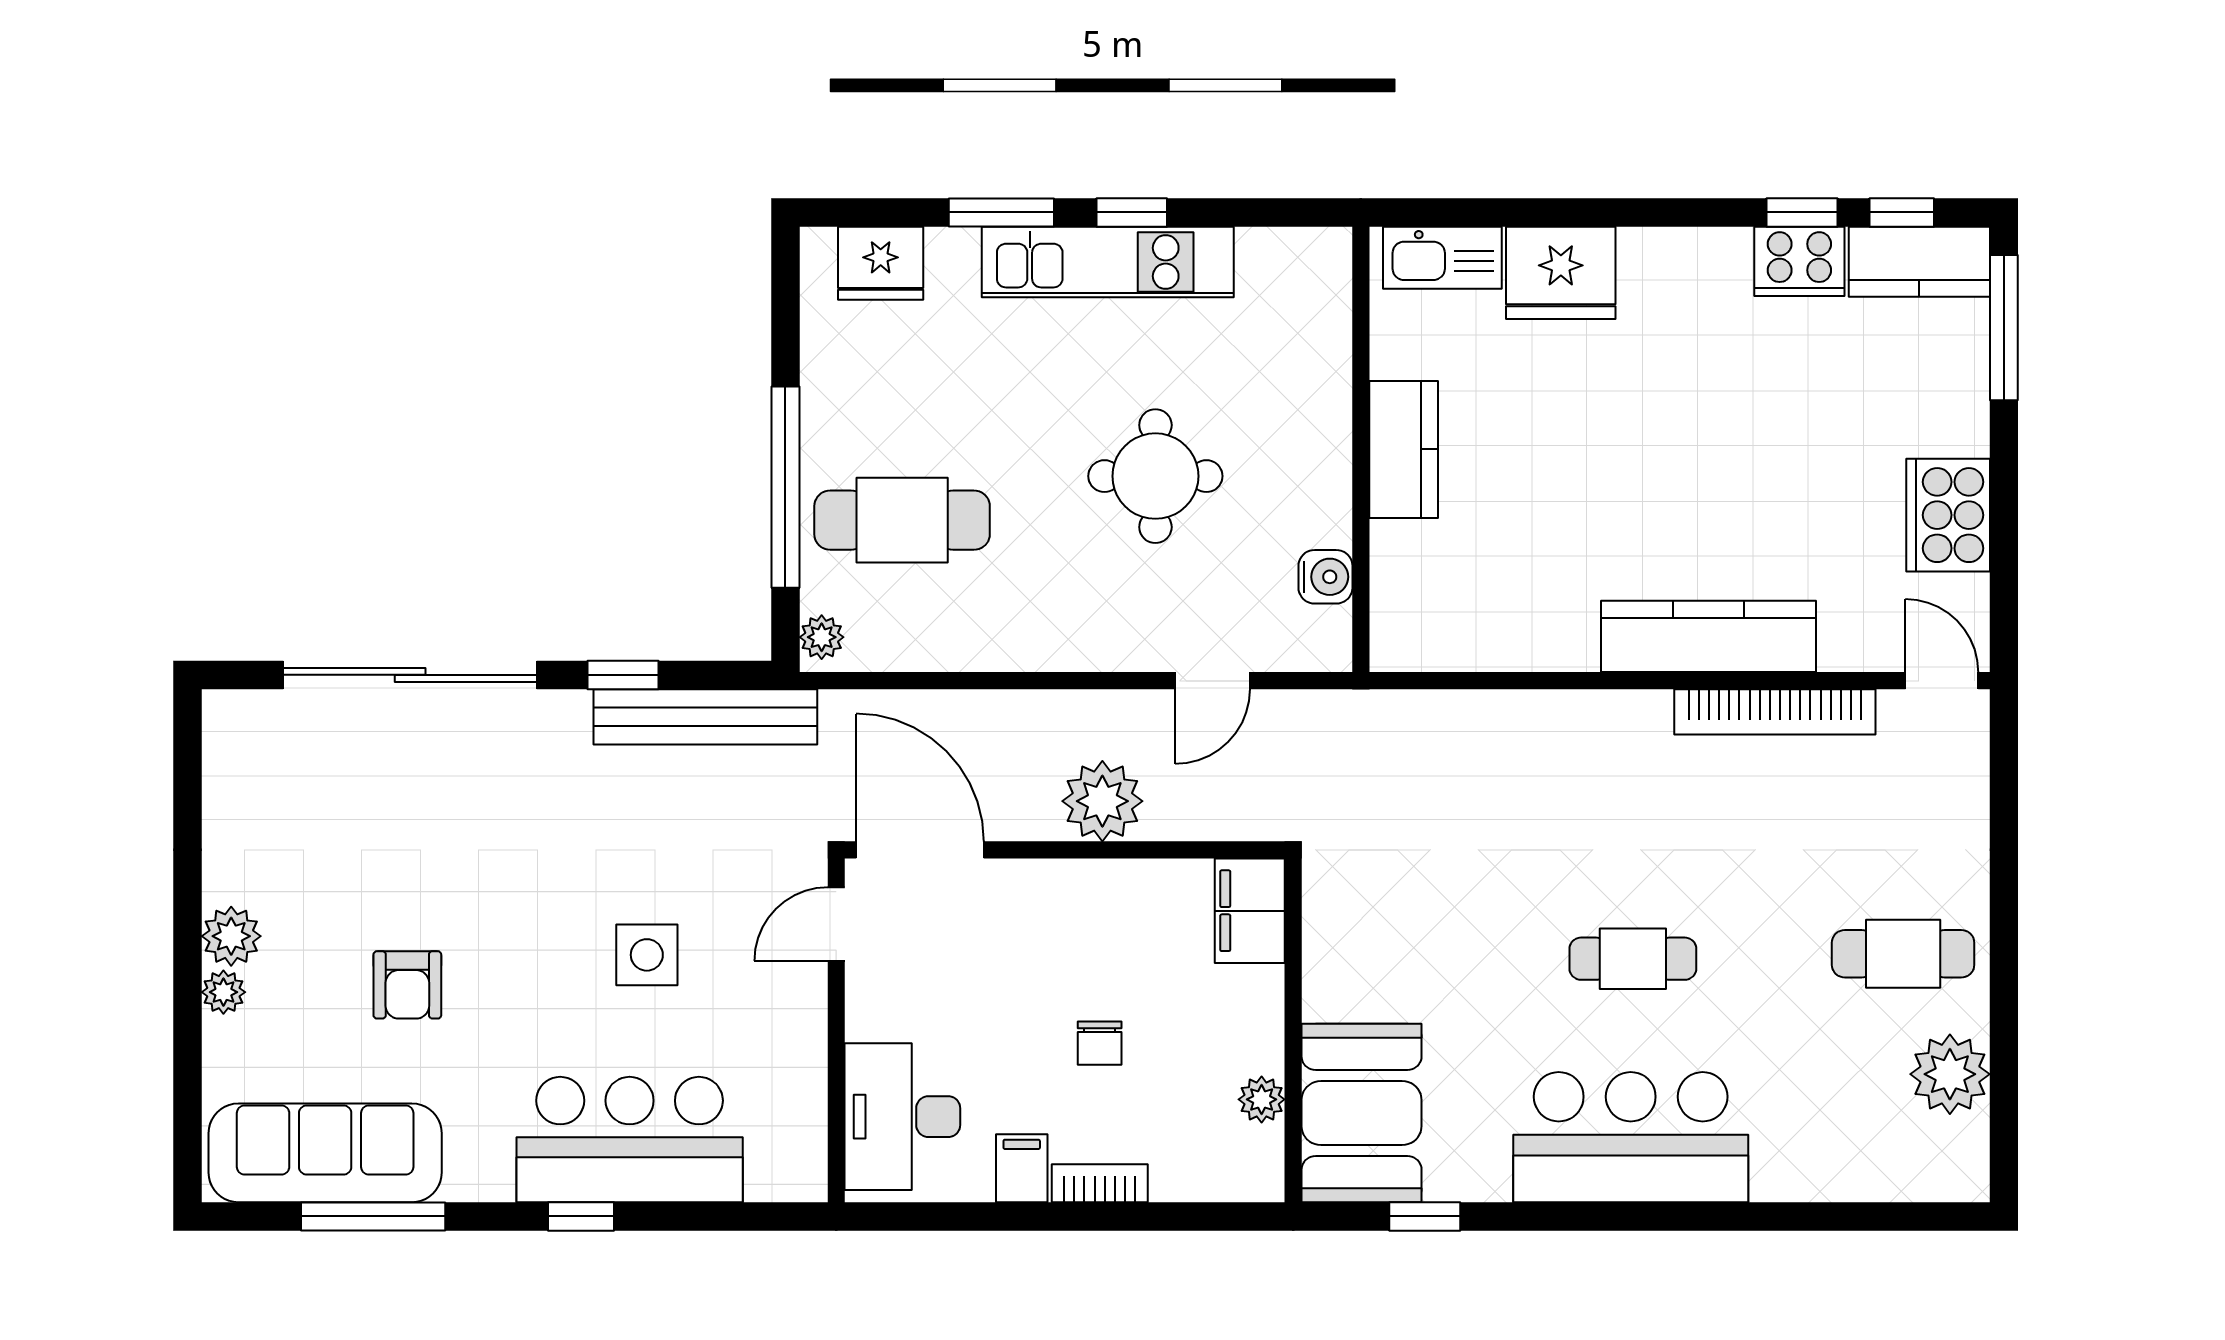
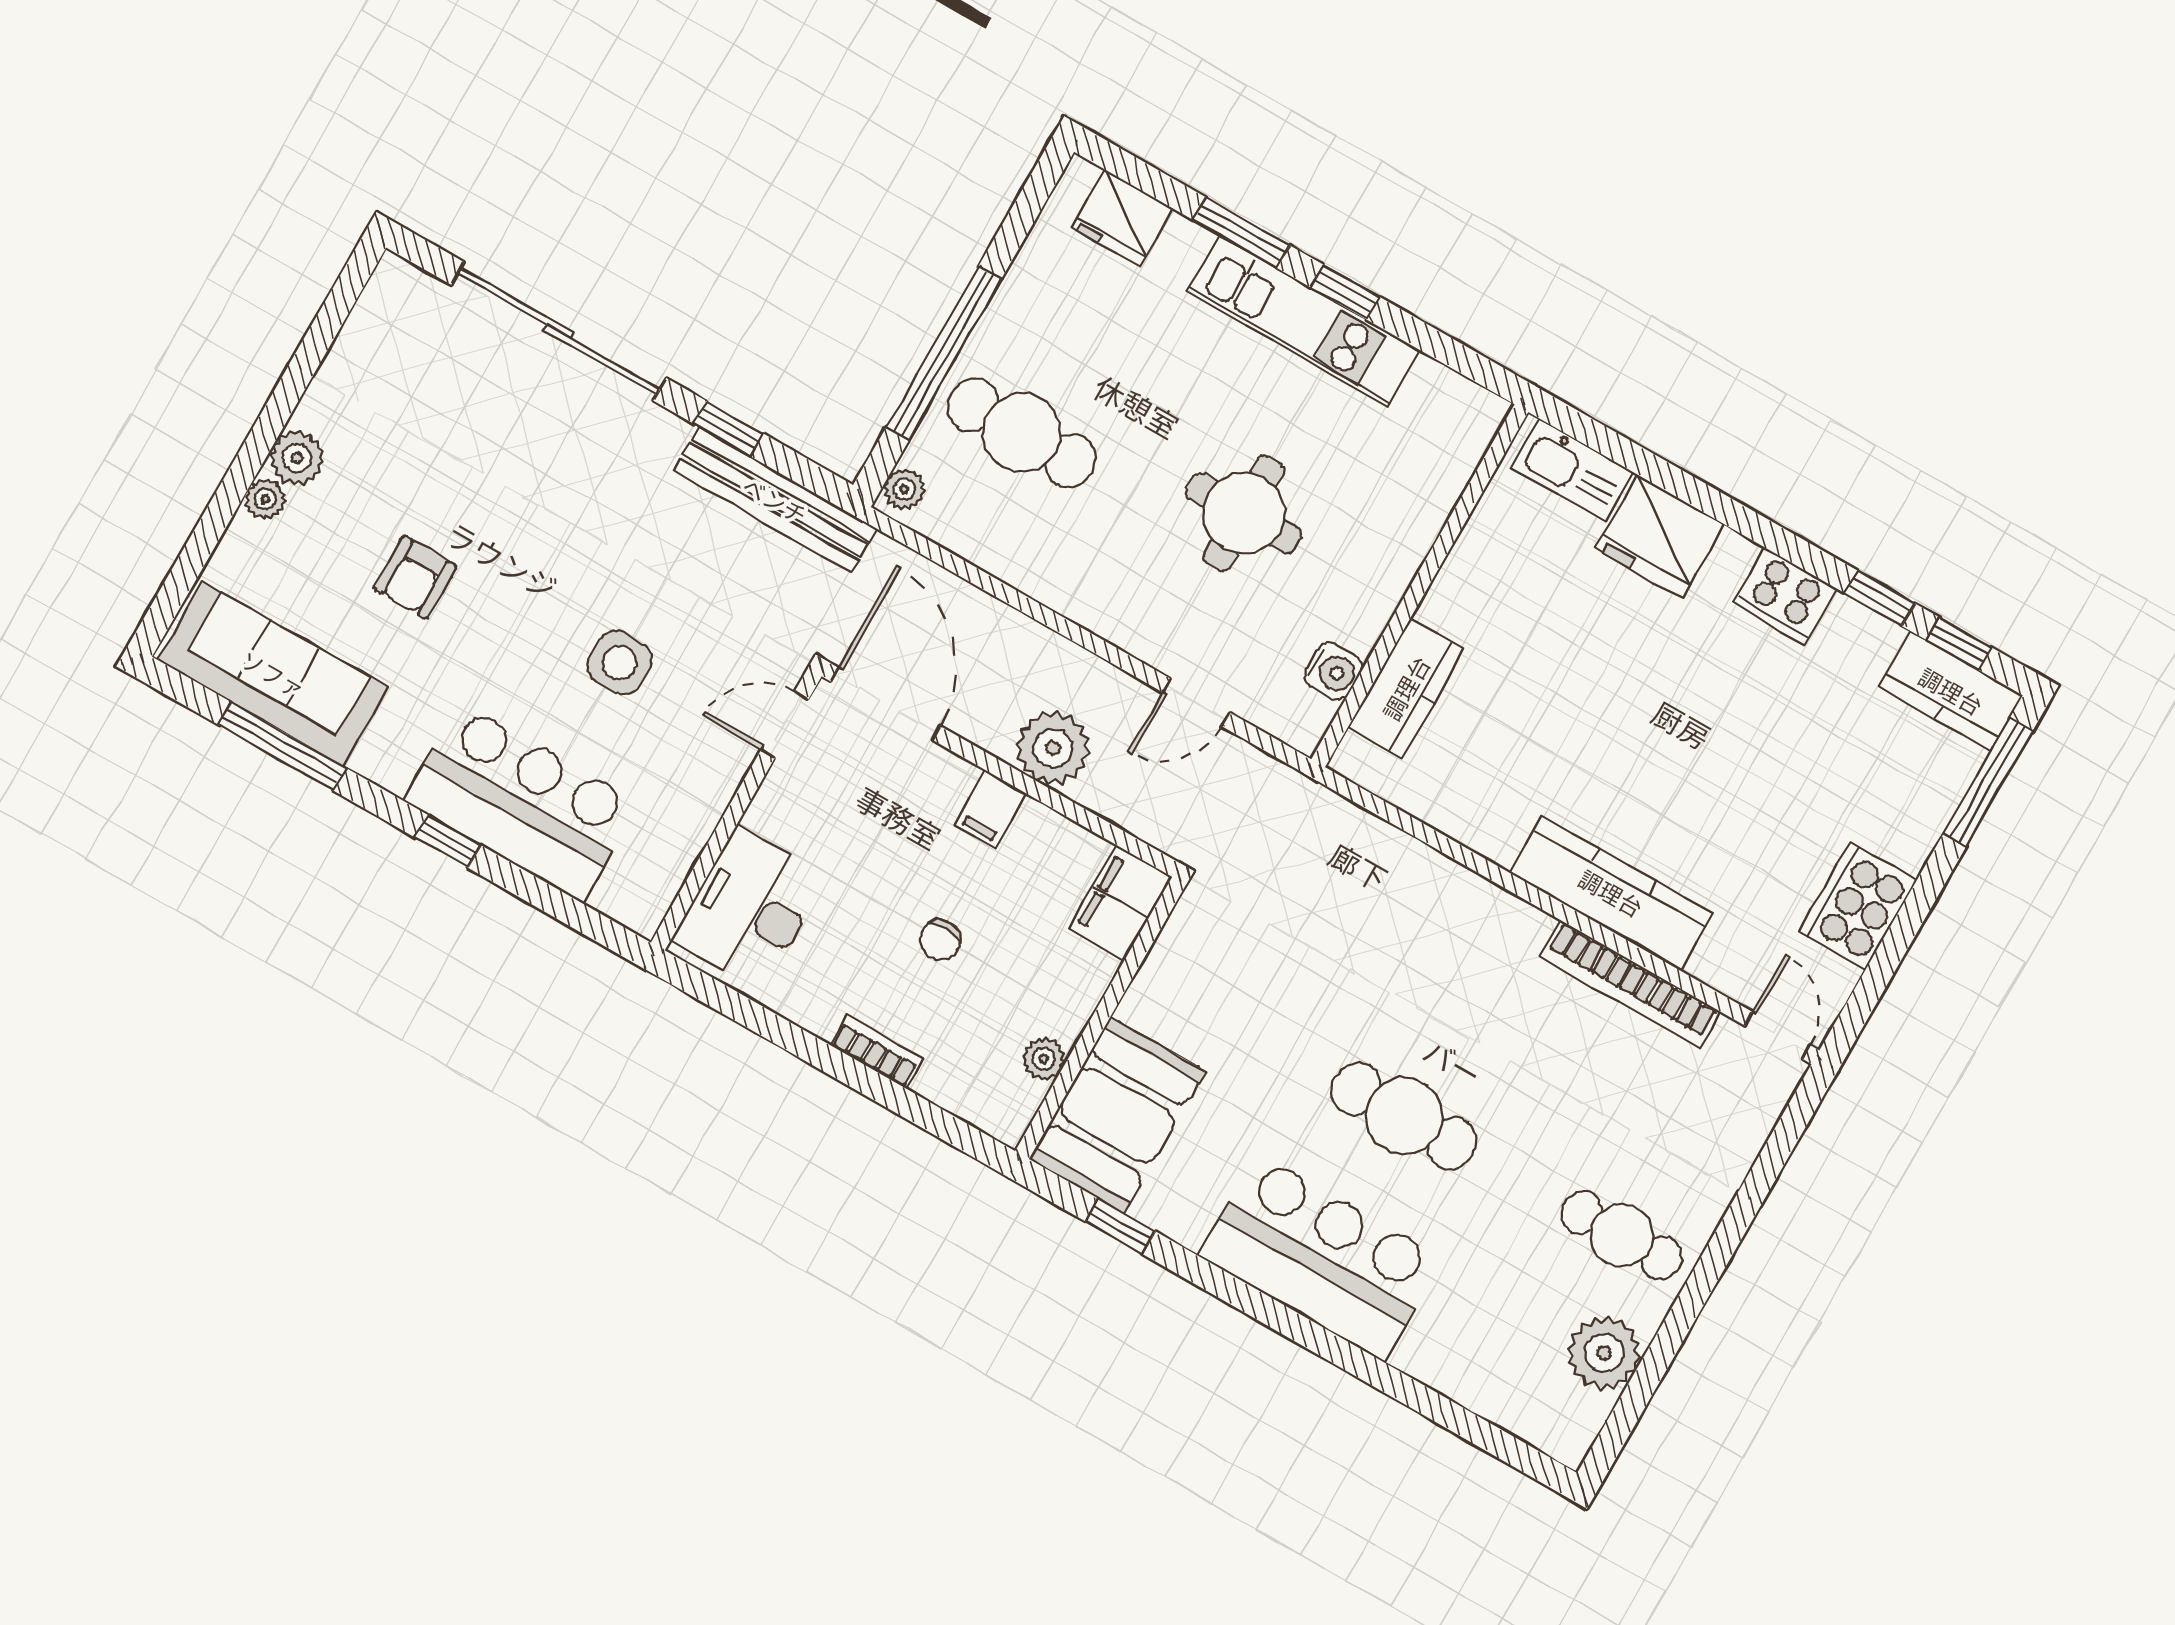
cooker: (1799, 261) -> (1785, 596), moved
kitchen counter: (1404, 449) -> (1406, 688), moved
cafe table: (1633, 959) -> (1404, 1116), width x1.37, depth x1.35
filing cabinet: (1022, 1168) -> (991, 809), moved, turned 180

